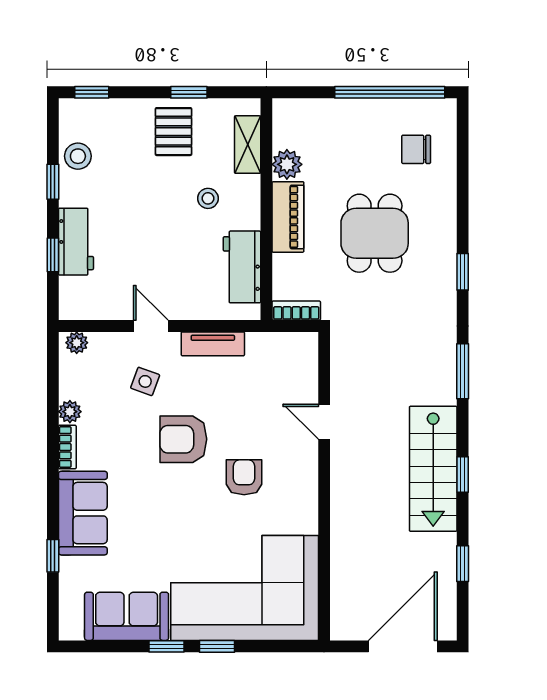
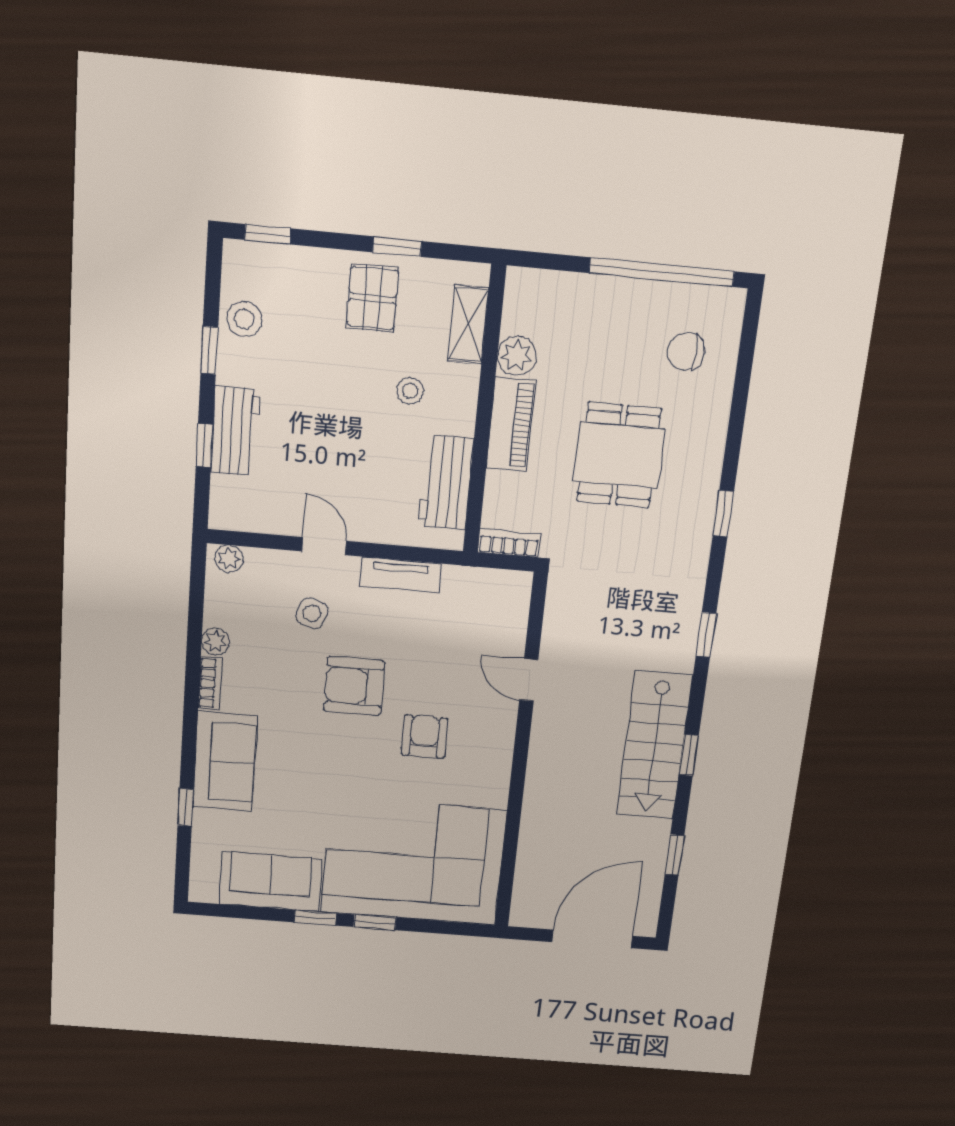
window: (463, 371) -> (706, 635), width x0.67

